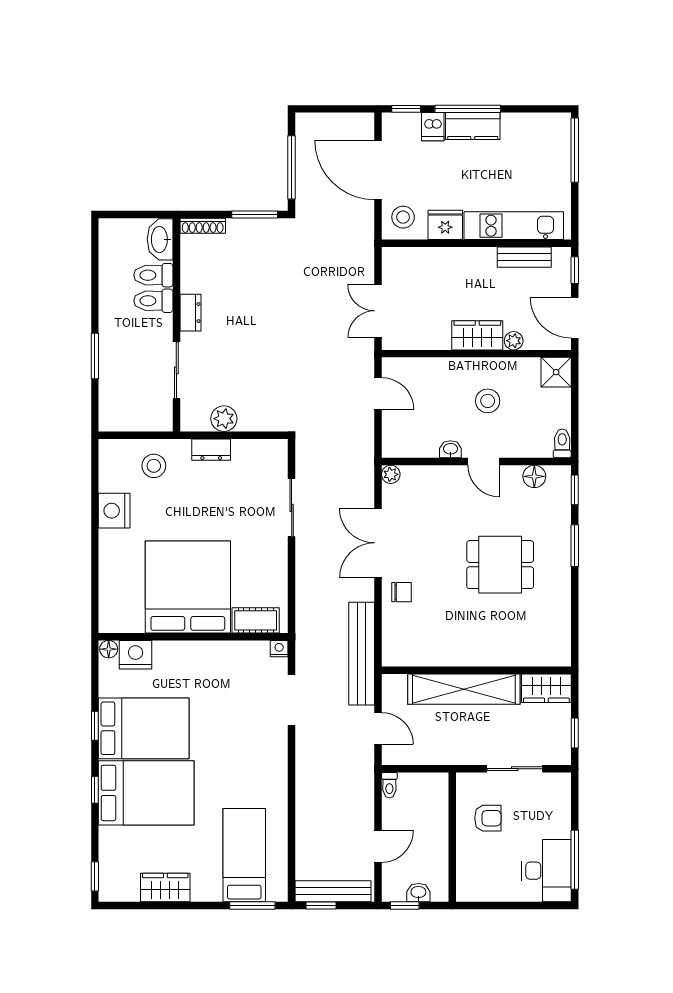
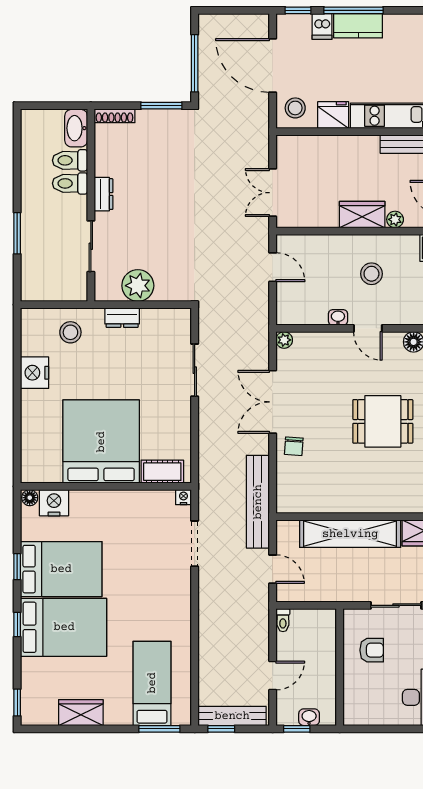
plant: (224, 419) -> (138, 286), width x1.36, depth x1.36
chair: (401, 592) -> (294, 446), turned 94

